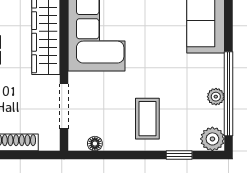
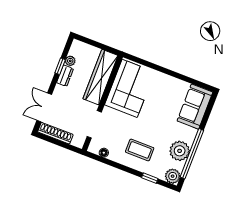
plant: (216, 97) -> (180, 151), width x1.87, depth x1.87
coffee table: (147, 119) -> (140, 150), turned 90

